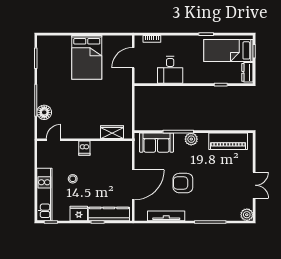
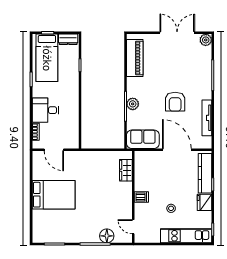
desk: (170, 70) -> (45, 110), moved, turned 180
plant: (191, 139) -> (133, 104), moved
sofa: (157, 143) -> (143, 139), moved, turned -90
double door: (254, 185) -> (177, 33), width x1.37

